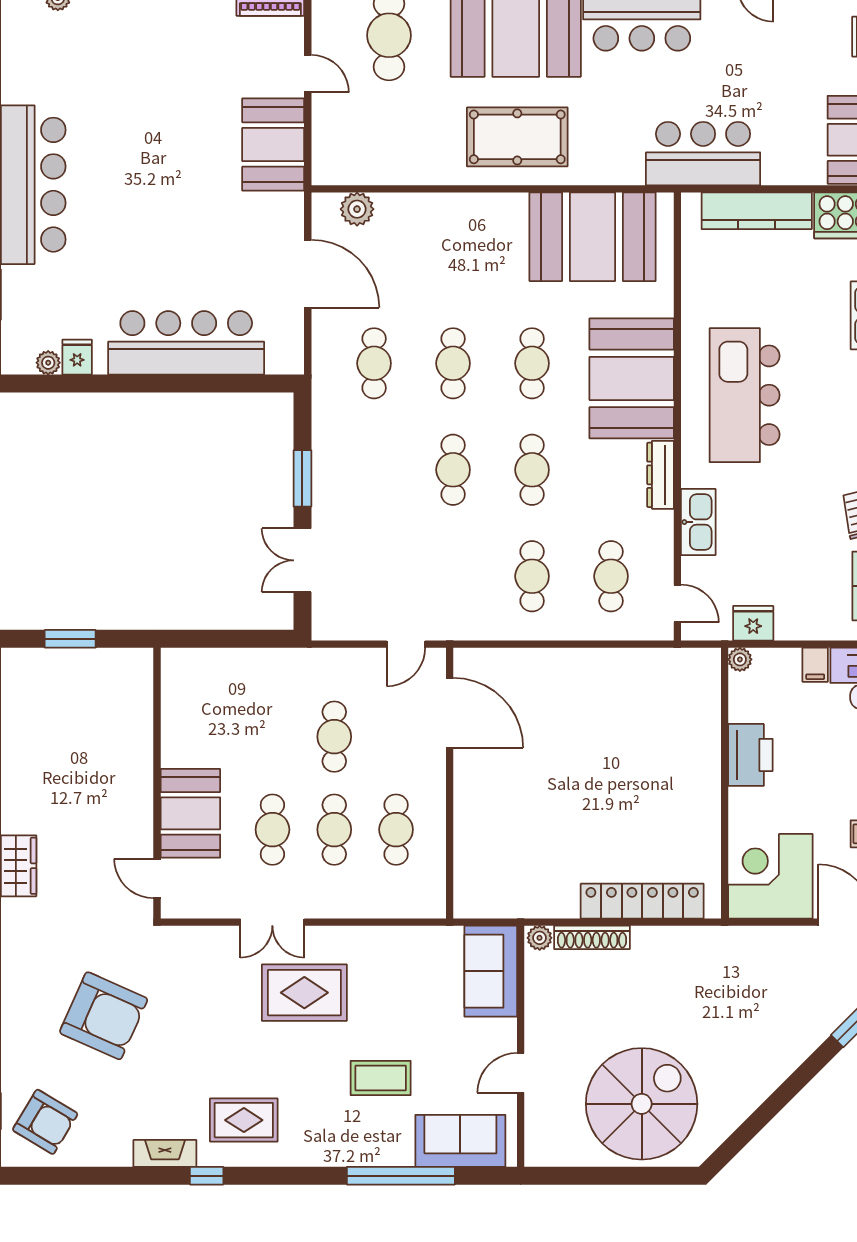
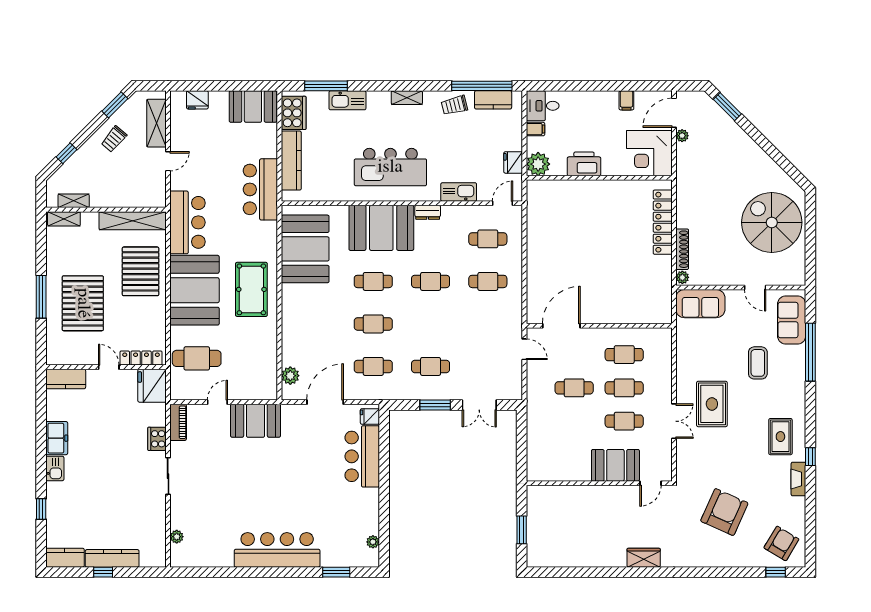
bar counter: (186, 343) -> (362, 456), width x0.73
fridge: (77, 357) -> (370, 416), moved
cafe table: (453, 470) -> (431, 366), moved
dresser: (660, 475) -> (428, 212), width x0.70
plant: (740, 659) -> (538, 164), width x1.87, depth x1.87
plant: (803, 937) -> (682, 136), added

